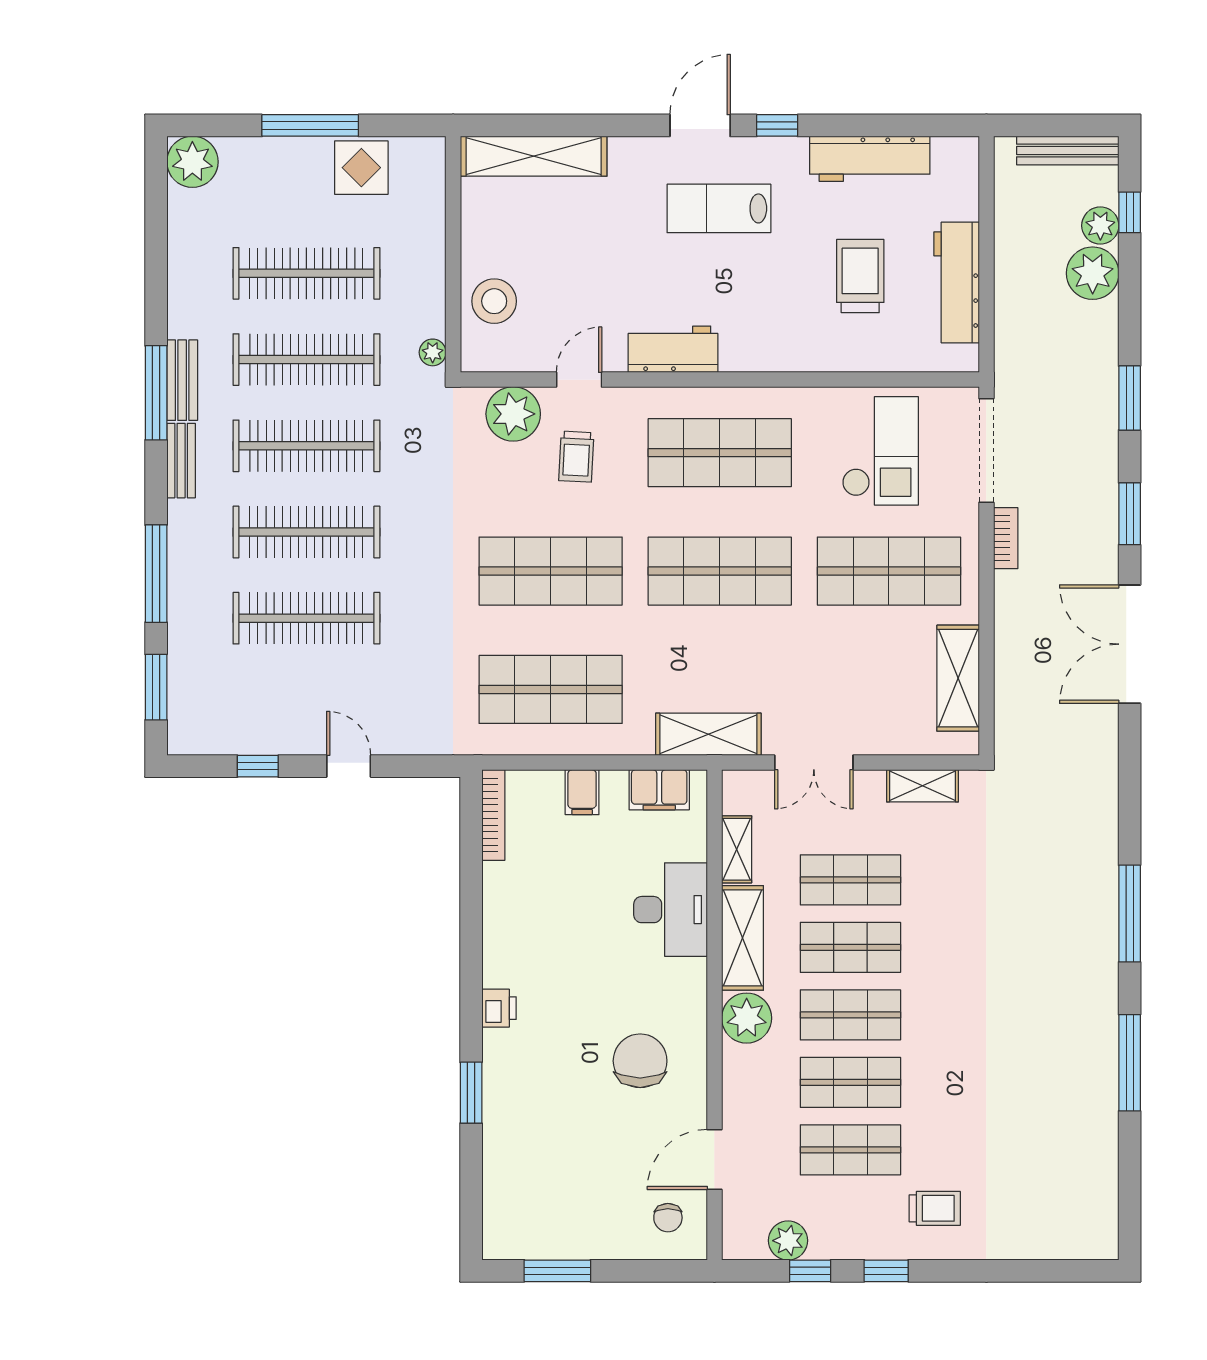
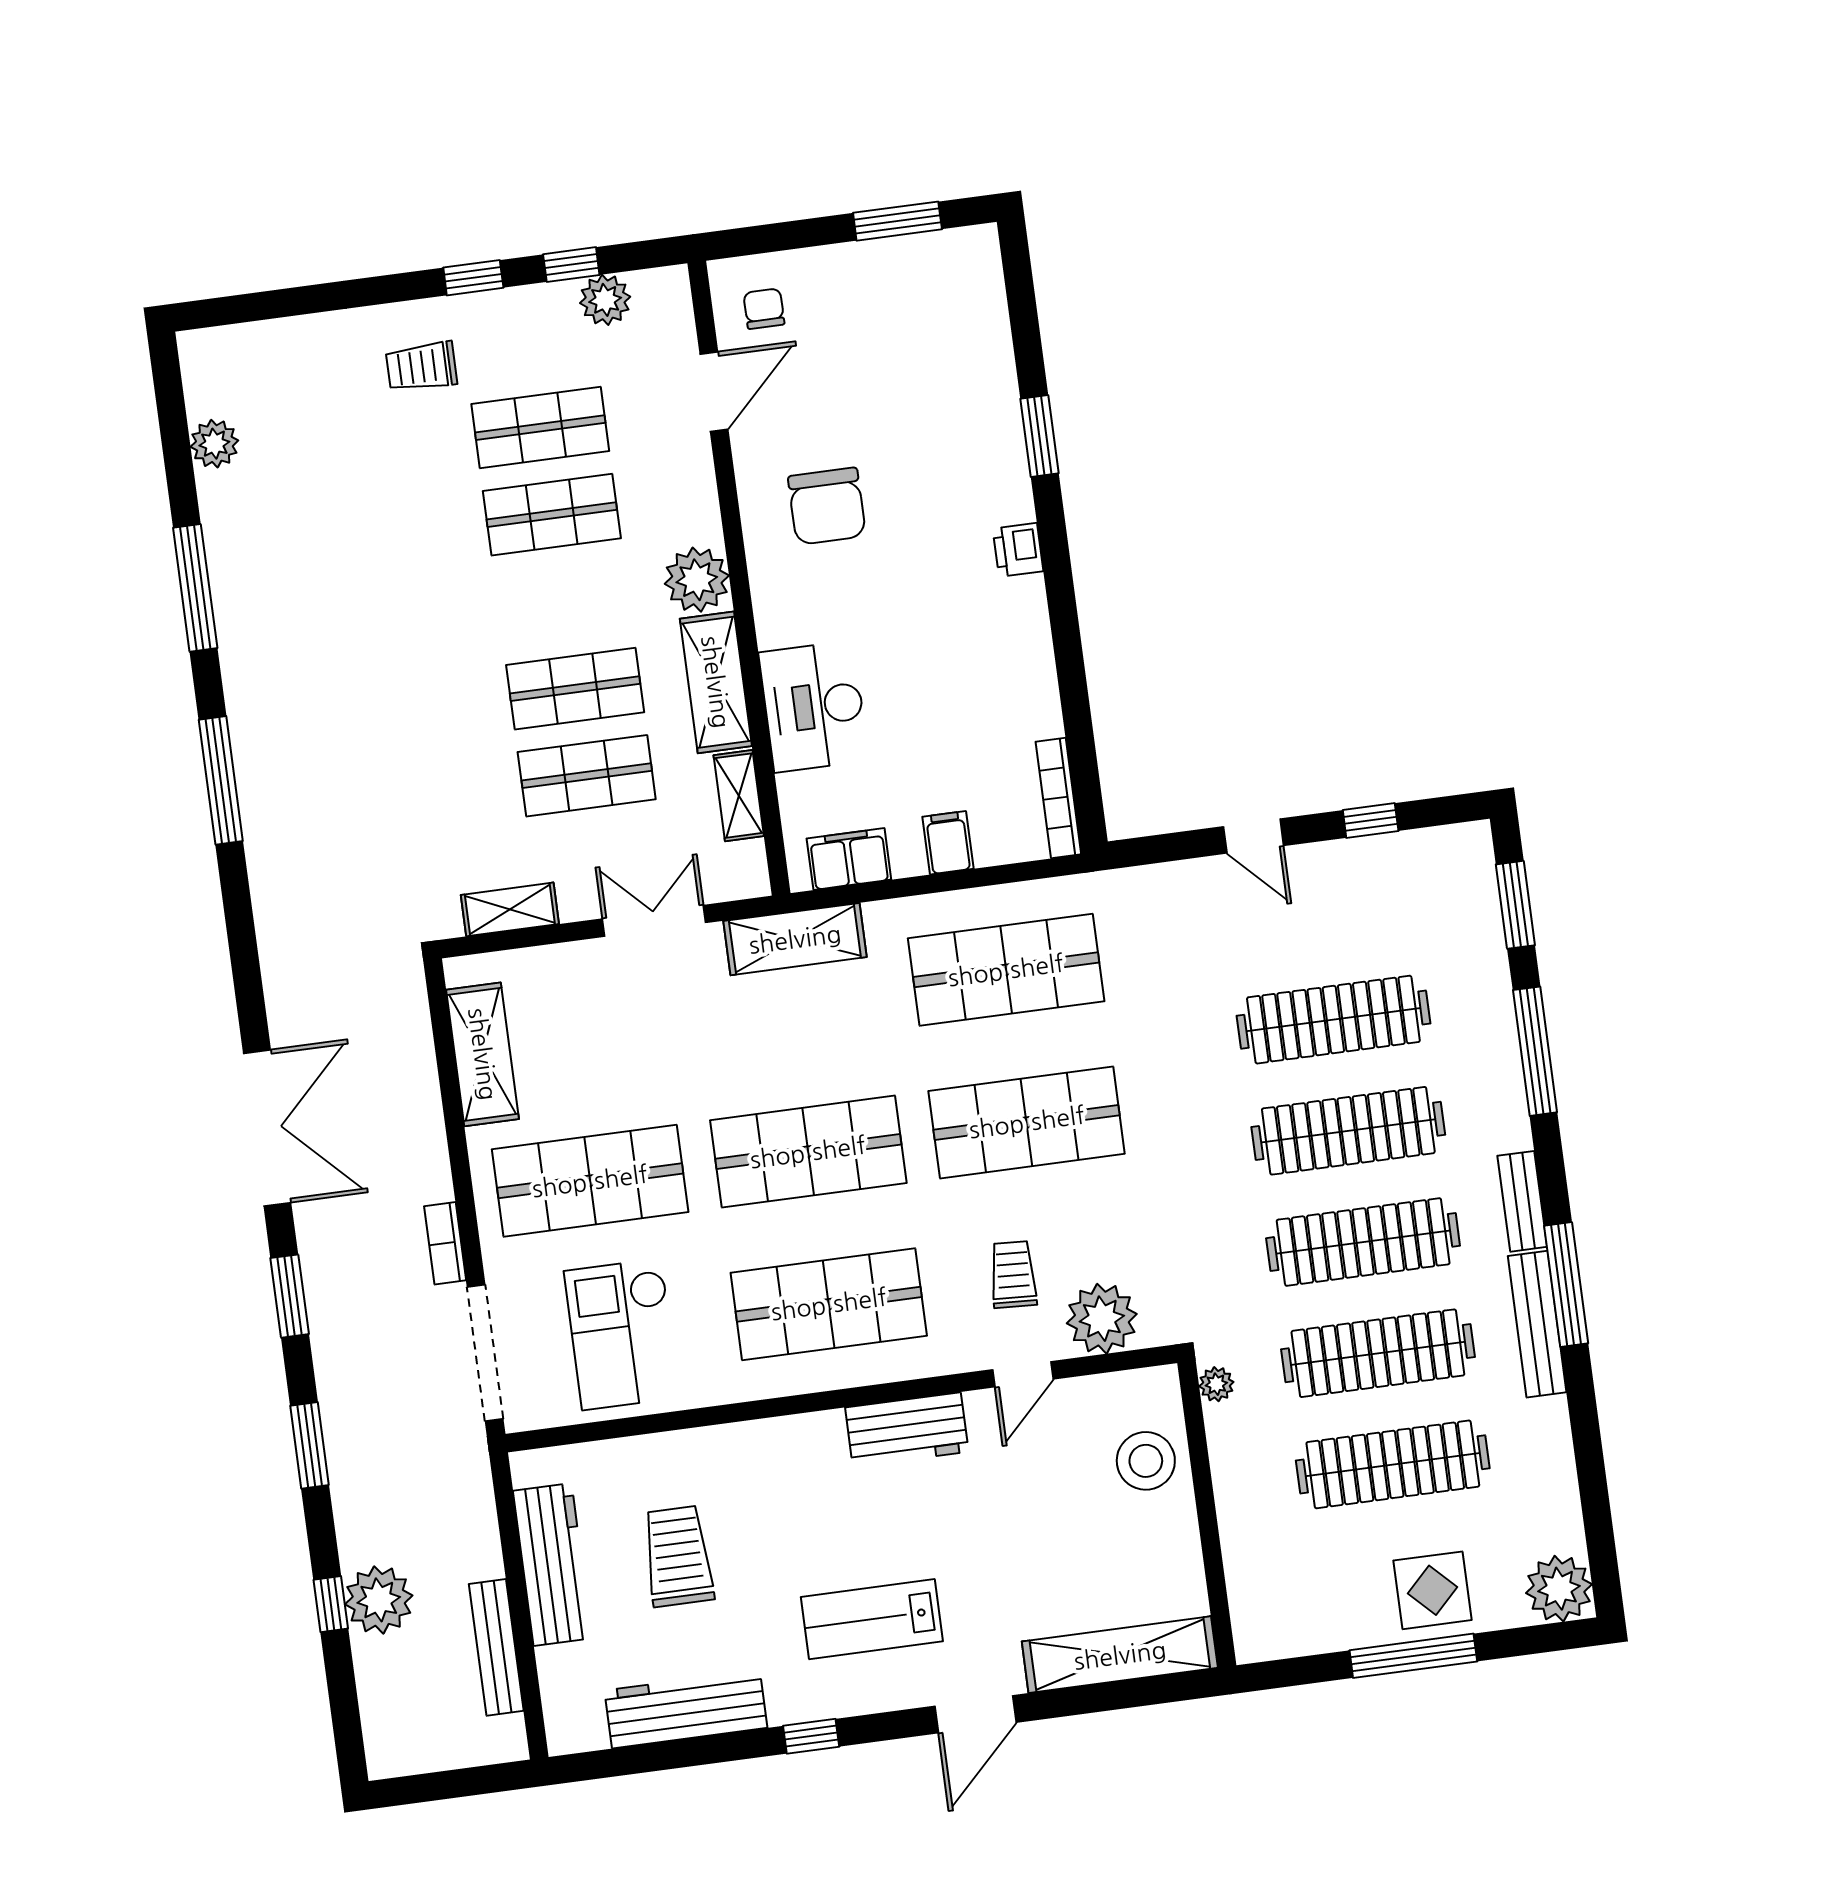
door: (700, 125) -> (975, 1714), moved
bench: (1068, 150) -> (496, 1647), moved, turned 90
display table: (361, 168) -> (1432, 1590), moved
lab bench: (719, 208) -> (872, 1619), turned 180
window: (1130, 212) -> (331, 1604), moved
plant: (1100, 226) -> (214, 444), moved
trolley: (860, 276) -> (678, 1556), turned 180
bench: (182, 380) -> (1537, 1324), width x1.36
shop shelf: (850, 1015) -> (563, 602), removed

